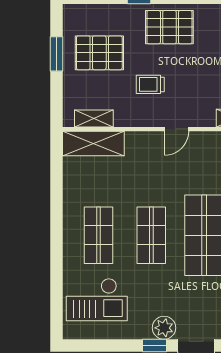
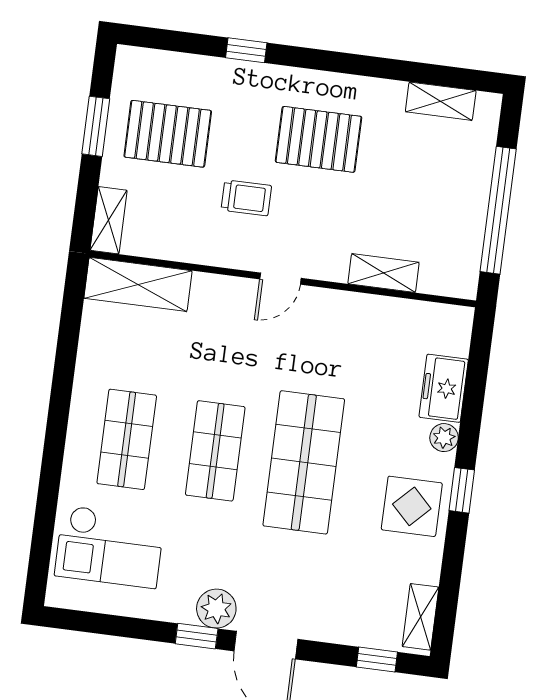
pallet: (169, 27) -> (319, 139), moved
trolley: (150, 84) -> (246, 198), turned 180
shelving: (94, 119) -> (109, 220), moved, turned 90

